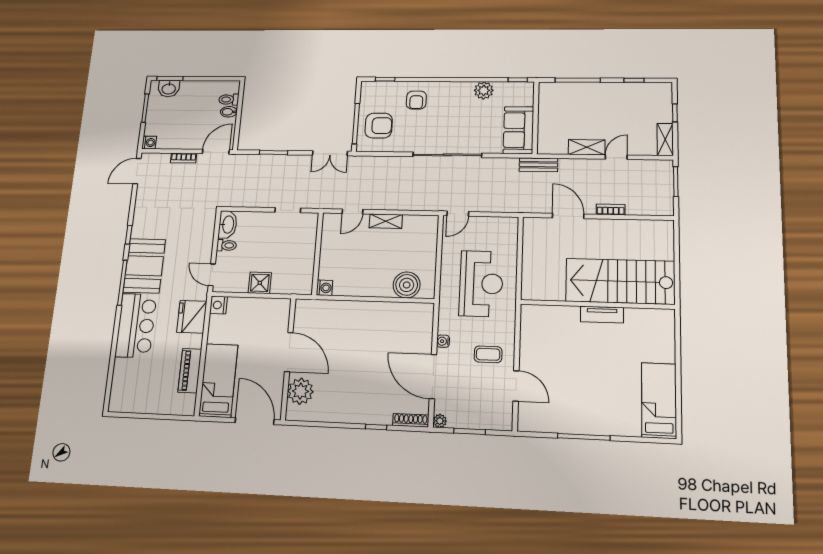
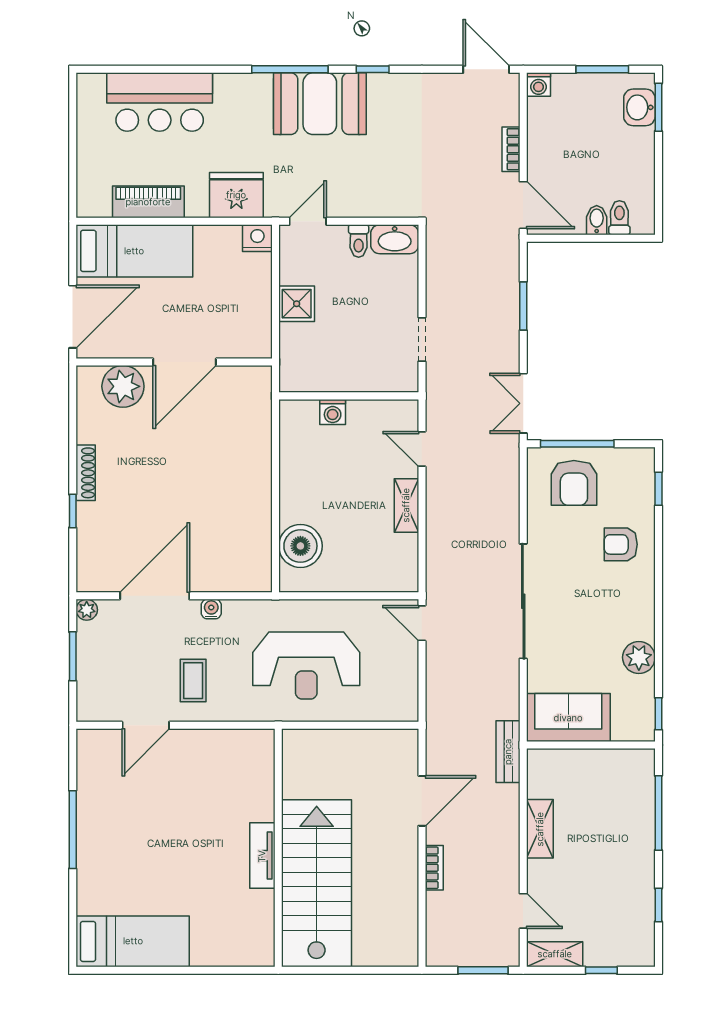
door: (616, 157) -> (523, 911), moved
washing machine: (324, 288) -> (333, 412), moved
bar counter: (136, 326) -> (160, 102), moved
shoe rack: (411, 420) -> (86, 473), moved

